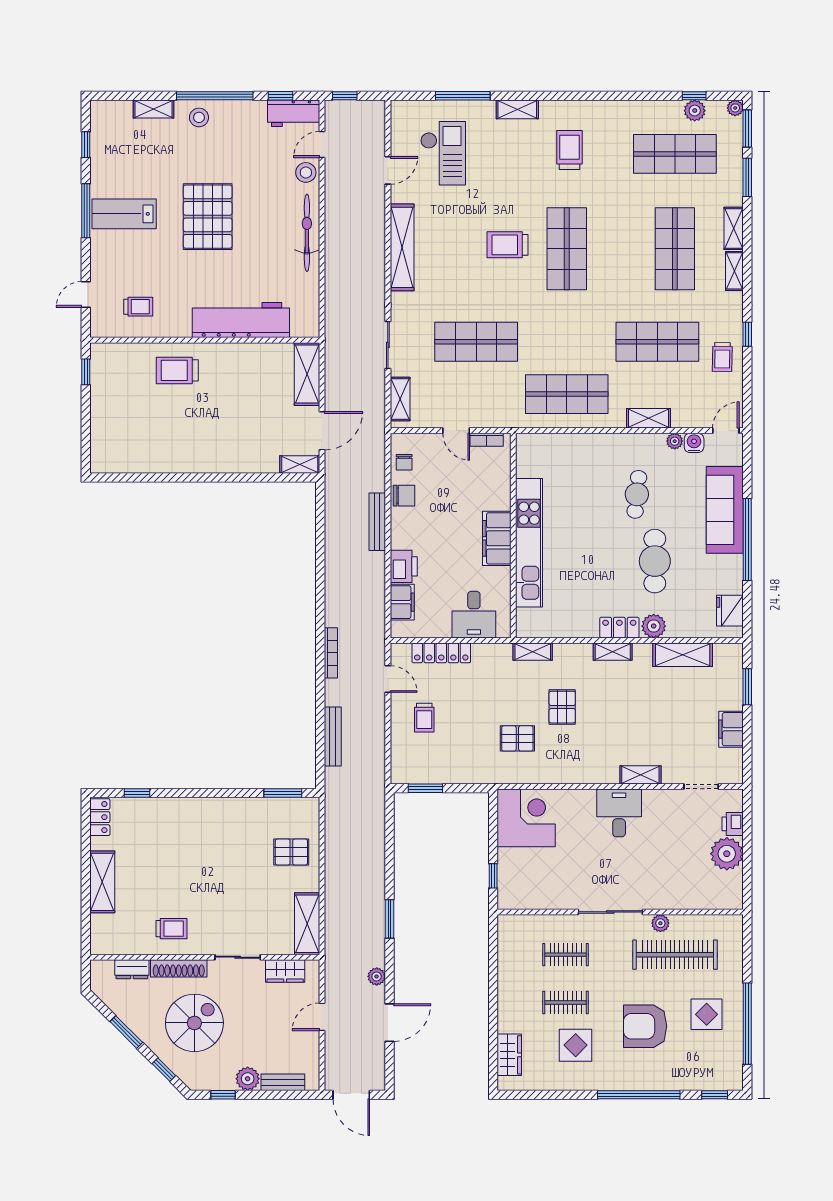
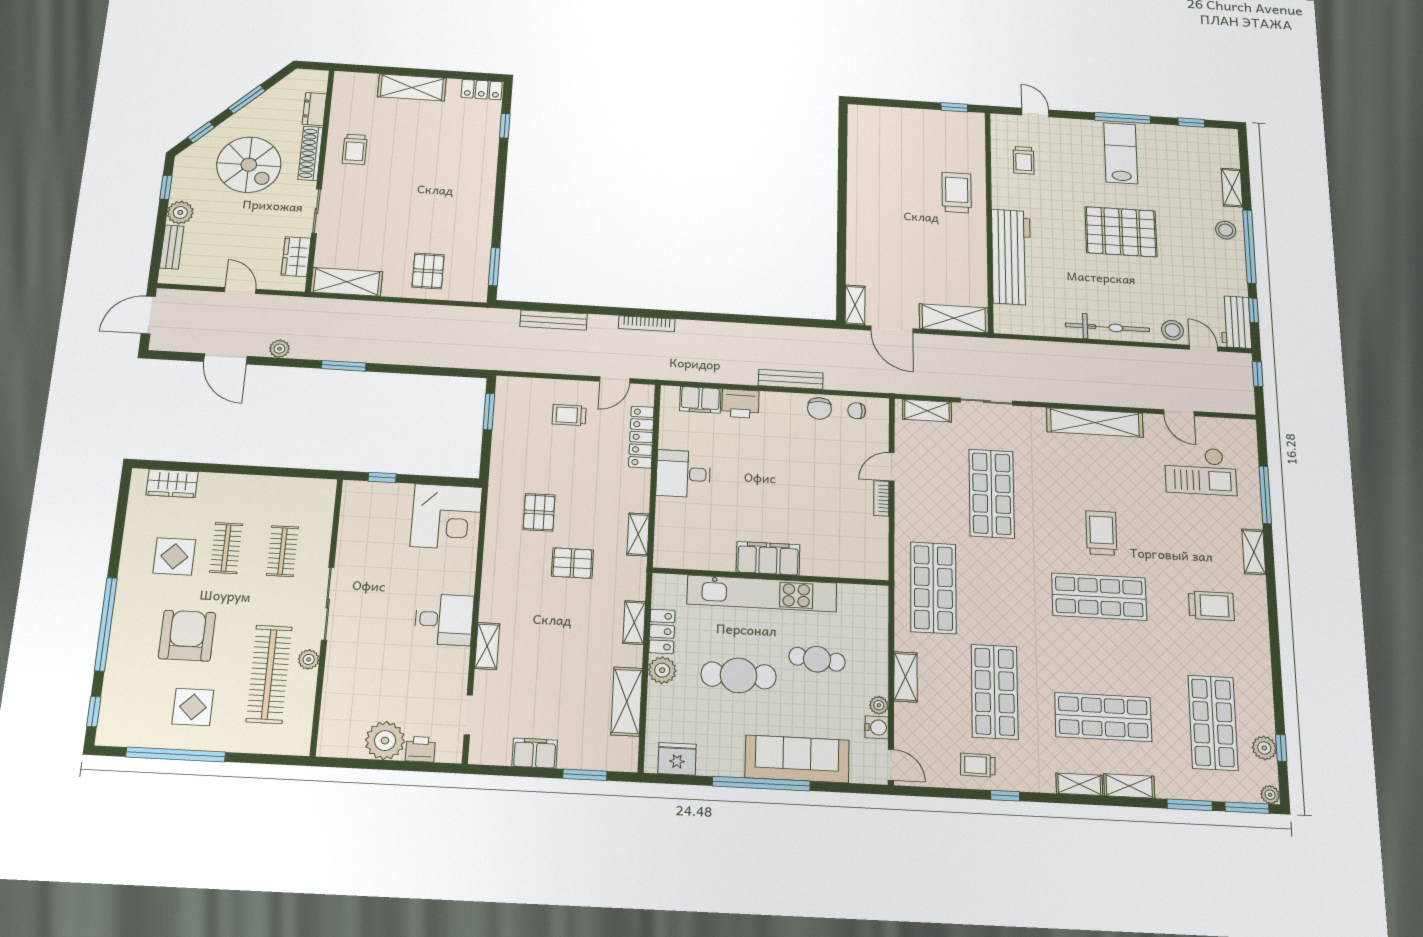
wall: (513, 536) -> (771, 577), moved
filing cabinet: (497, 538) -> (768, 558), moved
kitchen unit: (529, 543) -> (762, 593), moved

